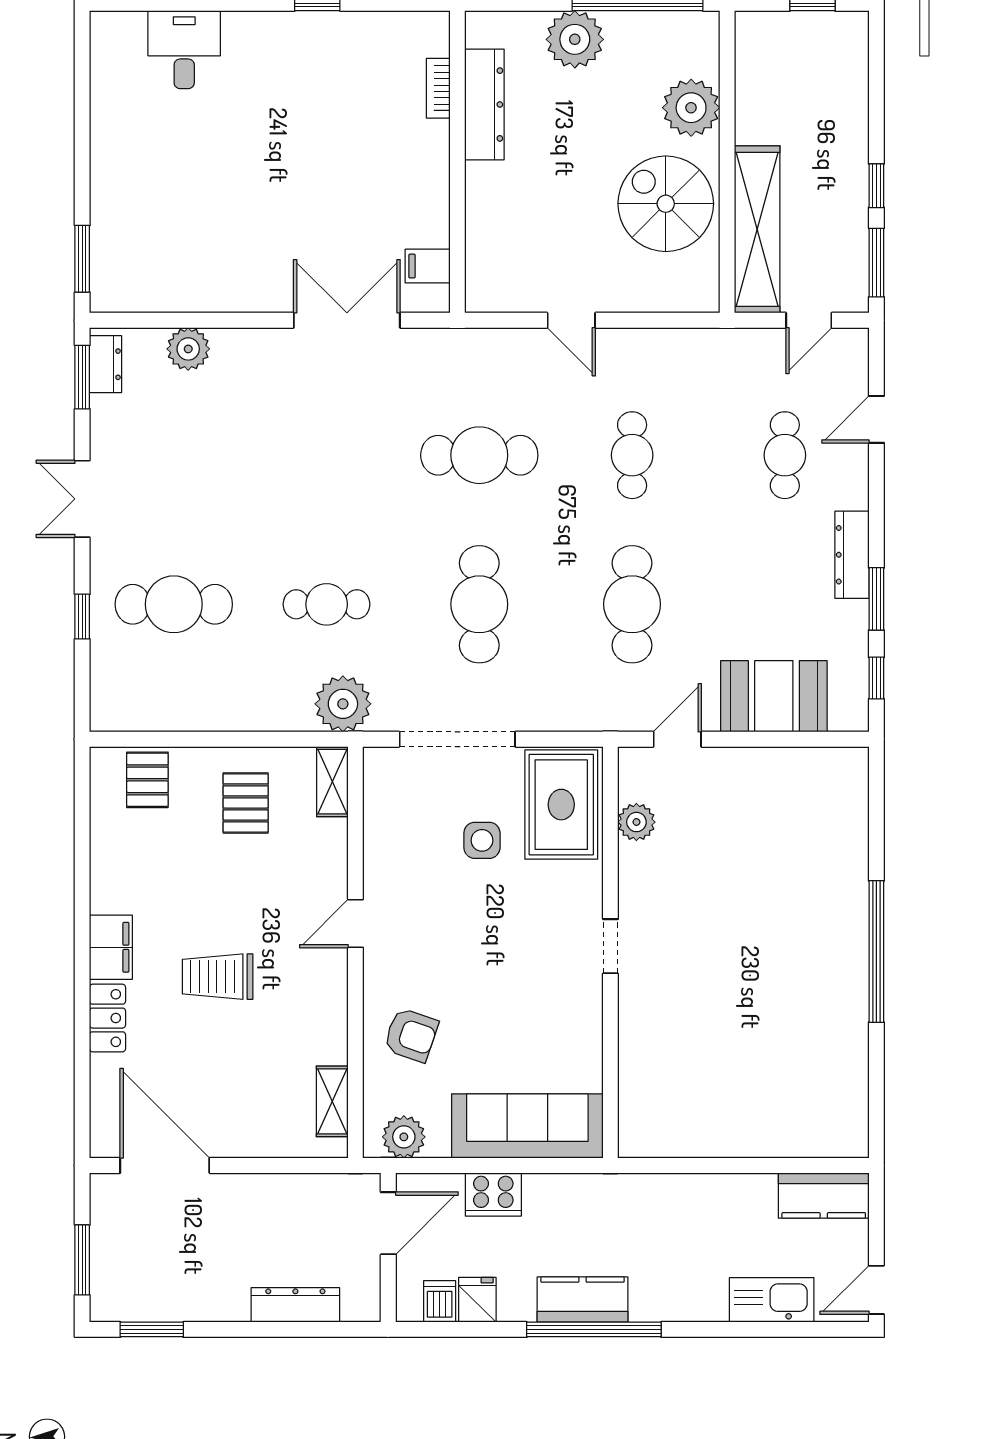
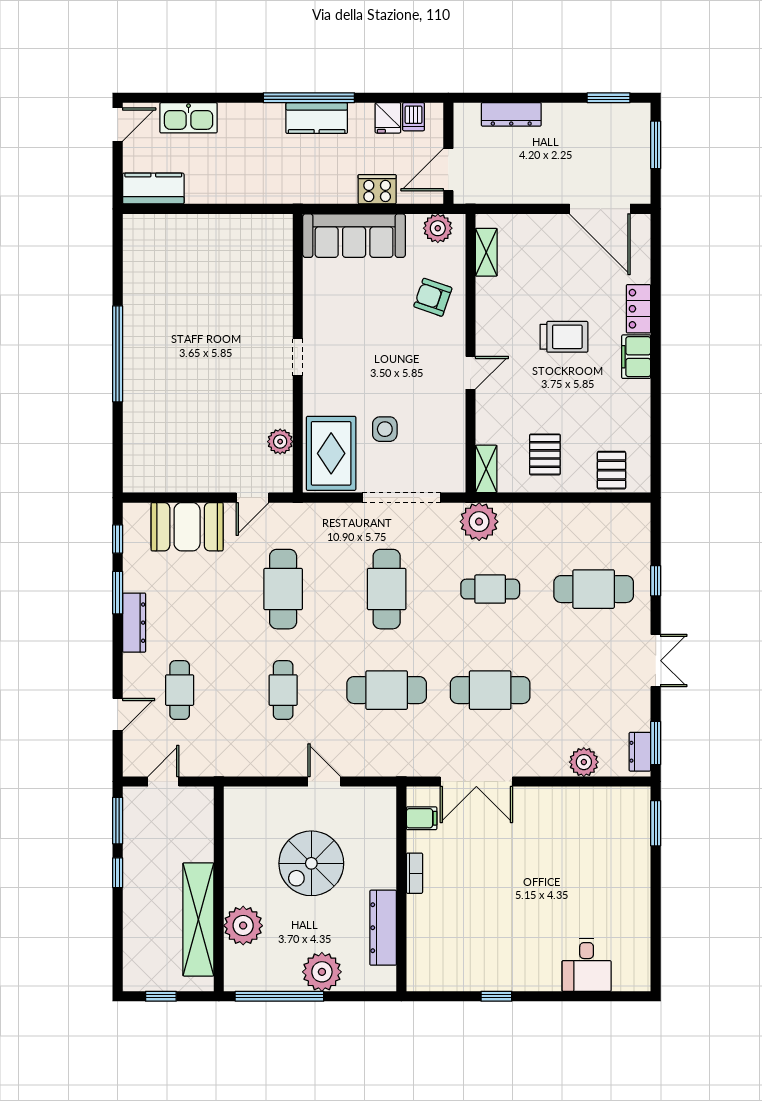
bookcase: (438, 88) -> (414, 873), moved
spiral stairs: (666, 204) -> (311, 863), moved, turned 90
shelving: (757, 229) -> (198, 919), moved
cafe table: (327, 455) -> (490, 690), added

